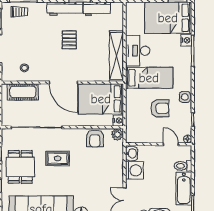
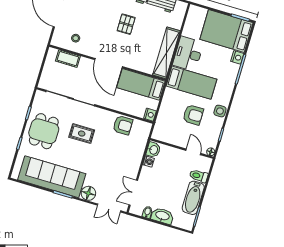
cot: (23, 92) -> (68, 59), width x0.73, depth x0.75
bed: (101, 99) -> (141, 84), width x0.67
plant: (117, 134) -> (145, 128), removed
armchair: (95, 138) -> (123, 125), turned -90
washing machine: (134, 170) -> (149, 161), width x0.53, depth x0.53

